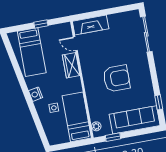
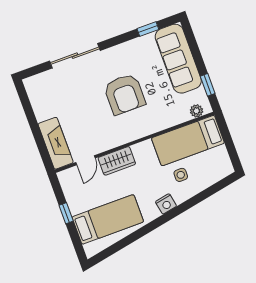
sliding door: (146, 34) -> (75, 56), moved
armchair: (116, 78) -> (124, 94), turned 180

